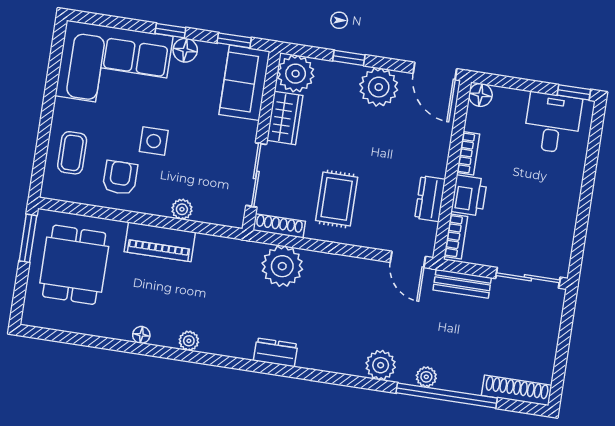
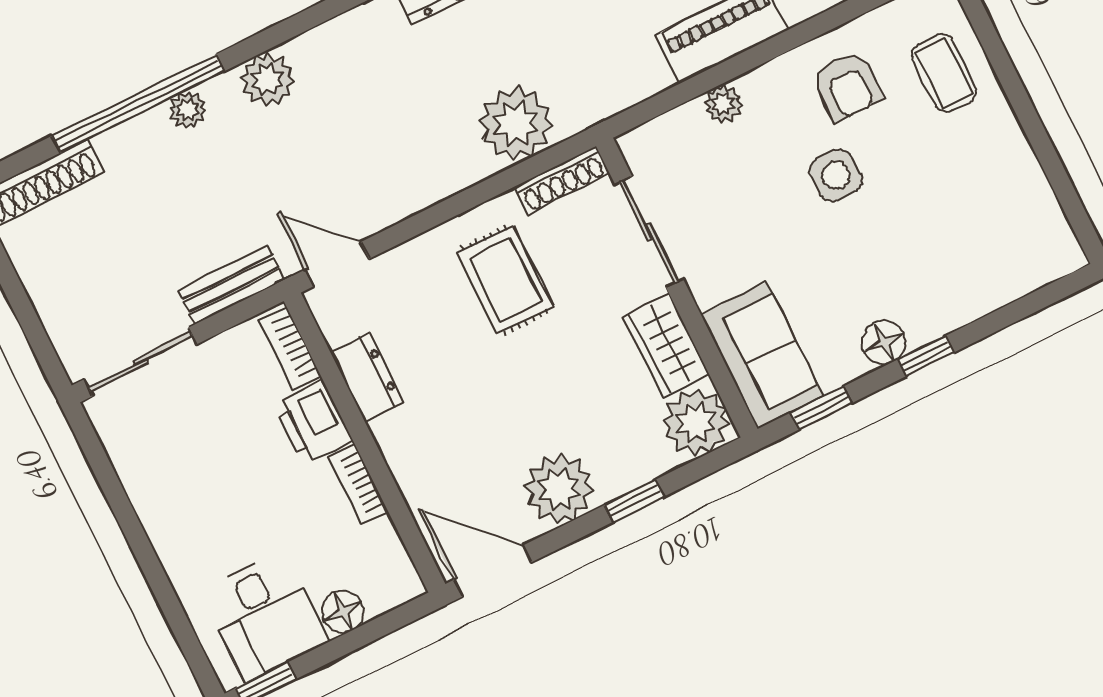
corner sofa: (114, 66) -> (972, 245), removed
floor lamp: (480, 95) -> (343, 612), moved

